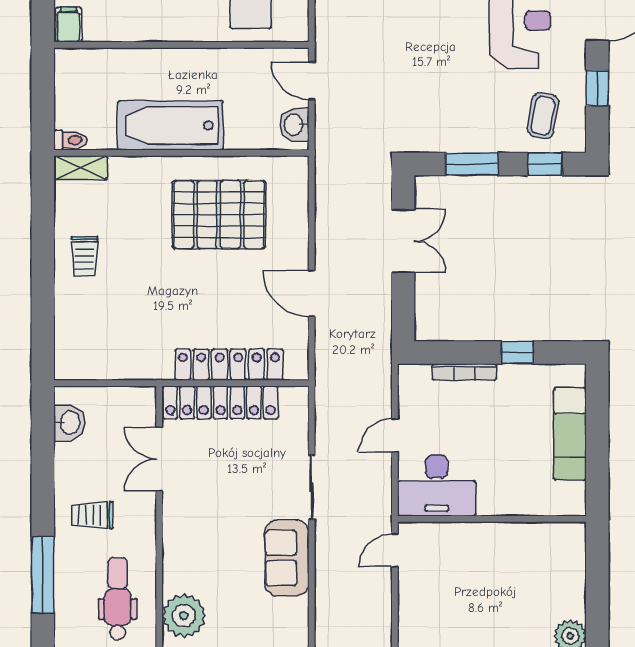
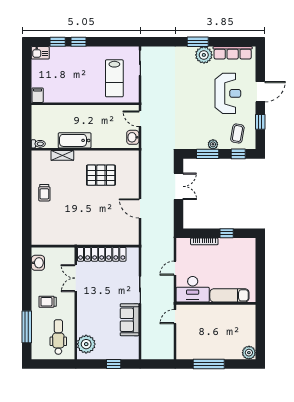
bathtub: (170, 125) -> (75, 140), width x0.73, depth x0.73
plant: (485, 141) -> (213, 144), added
shelving: (81, 168) -> (62, 155), moved
pallet: (219, 215) -> (101, 175), width x0.73, depth x0.71
locker: (229, 365) -> (105, 238), removed
exam couch: (570, 434) -> (229, 295), moved, turned 90

